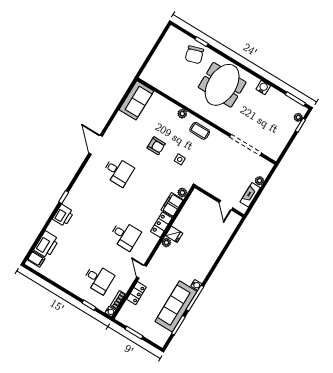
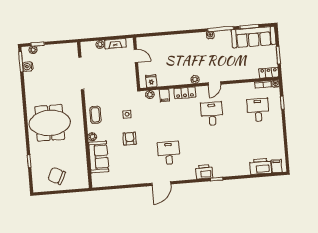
chair: (194, 55) -> (57, 176), moved, turned -136
water cooler: (263, 88) -> (28, 67), moved
sofa: (136, 100) -> (99, 157), moved, turned 90
filing cabinet: (172, 205) -> (164, 95), width x0.50
door: (226, 205) -> (136, 56), hinge flipped
printer: (63, 215) -> (204, 172), moved
fridge: (174, 234) -> (151, 81), moved
door: (141, 272) -> (214, 84), moved
locker: (136, 293) -> (269, 73), moved
sofa: (176, 306) -> (254, 37), moved

